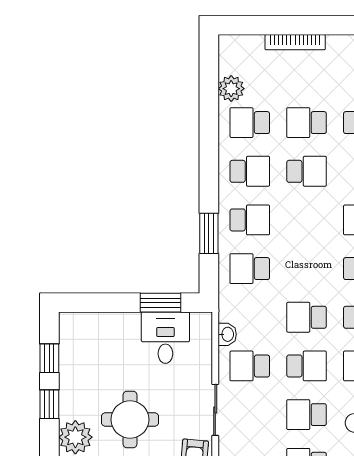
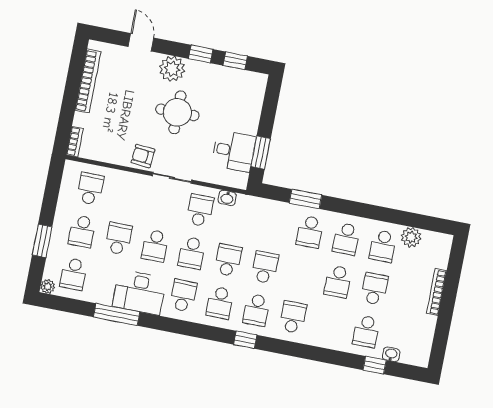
school desk: (250, 123) -> (383, 246), turned 180
school desk: (250, 269) -> (265, 267), moved
school desk: (307, 415) -> (155, 246), turned 180

